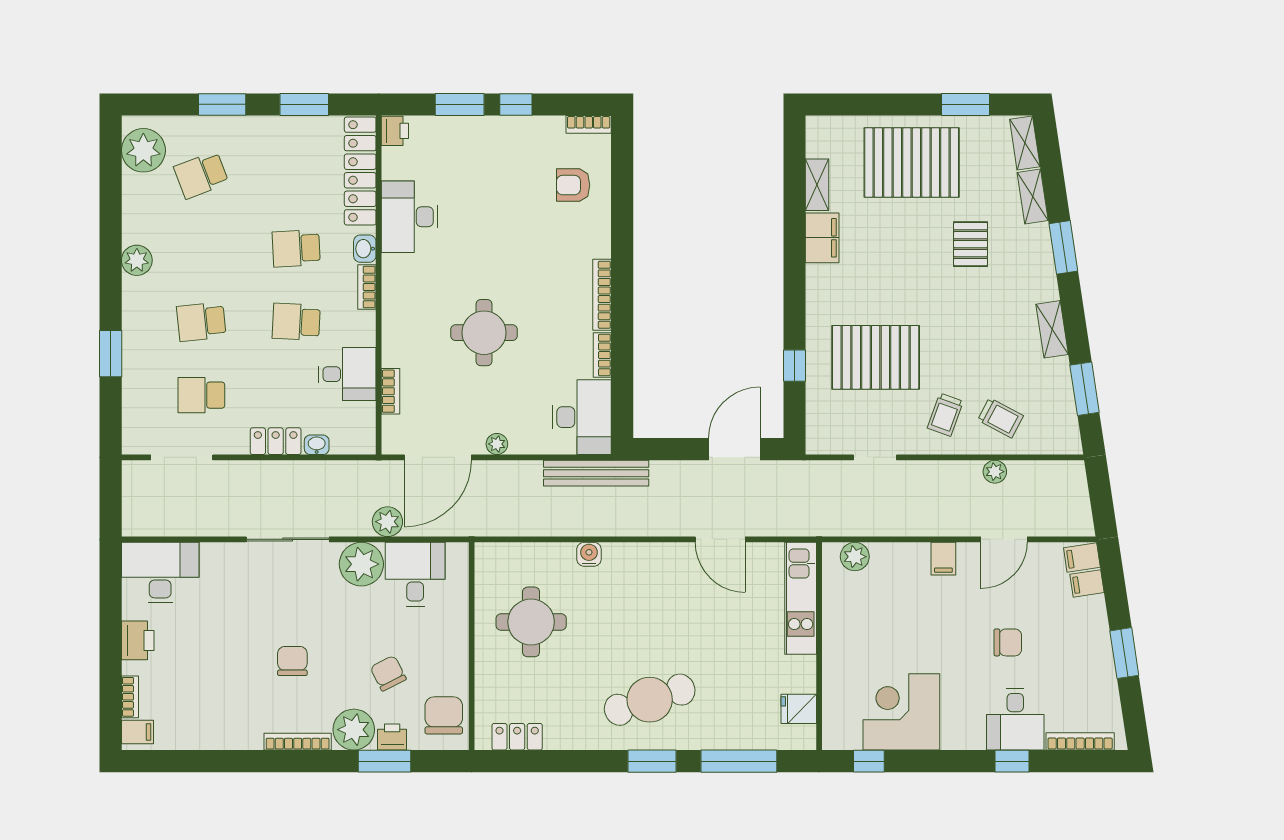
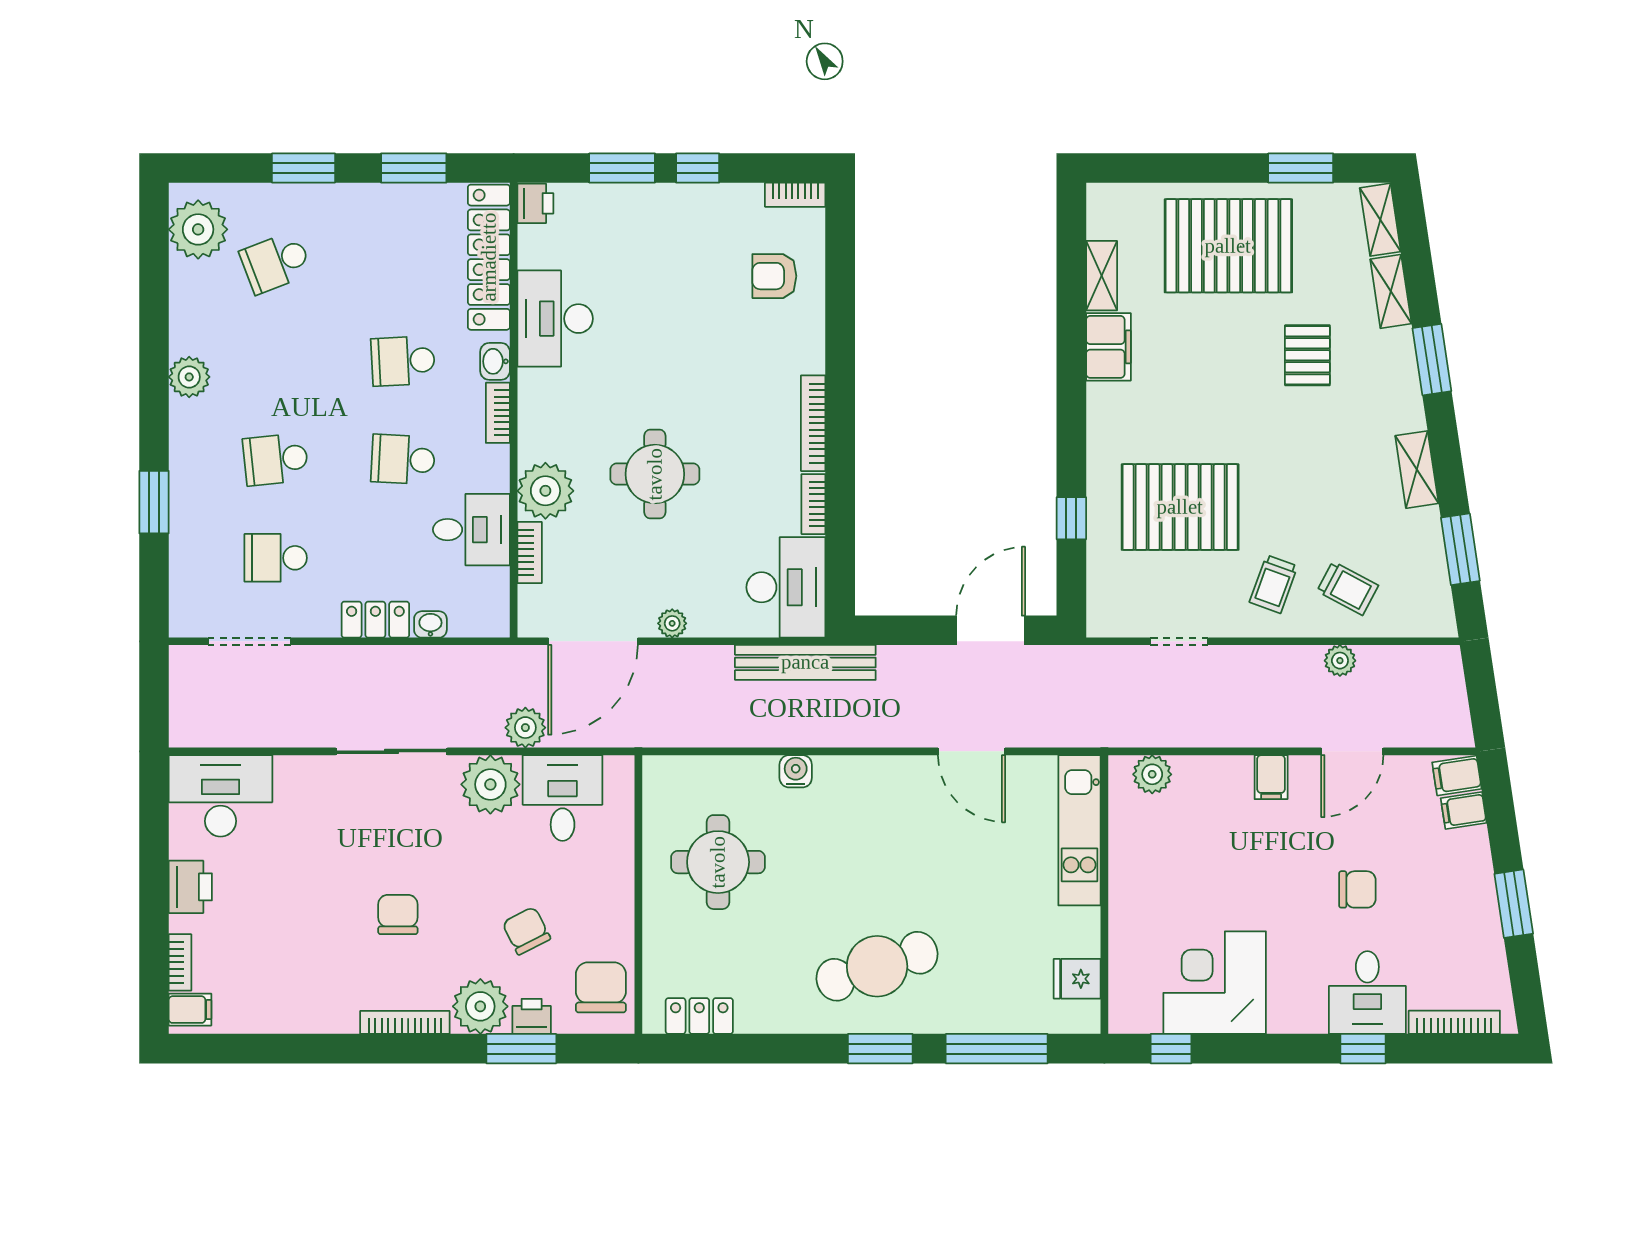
plant: (402, 345) -> (545, 491), added

